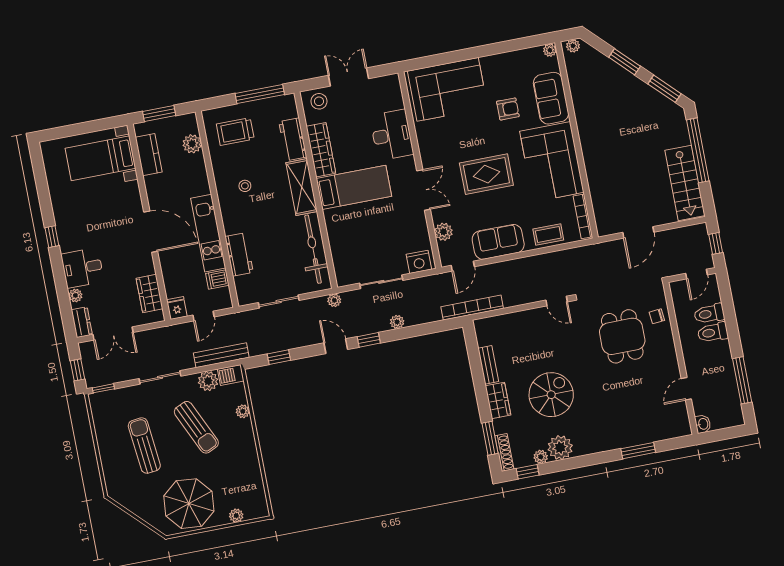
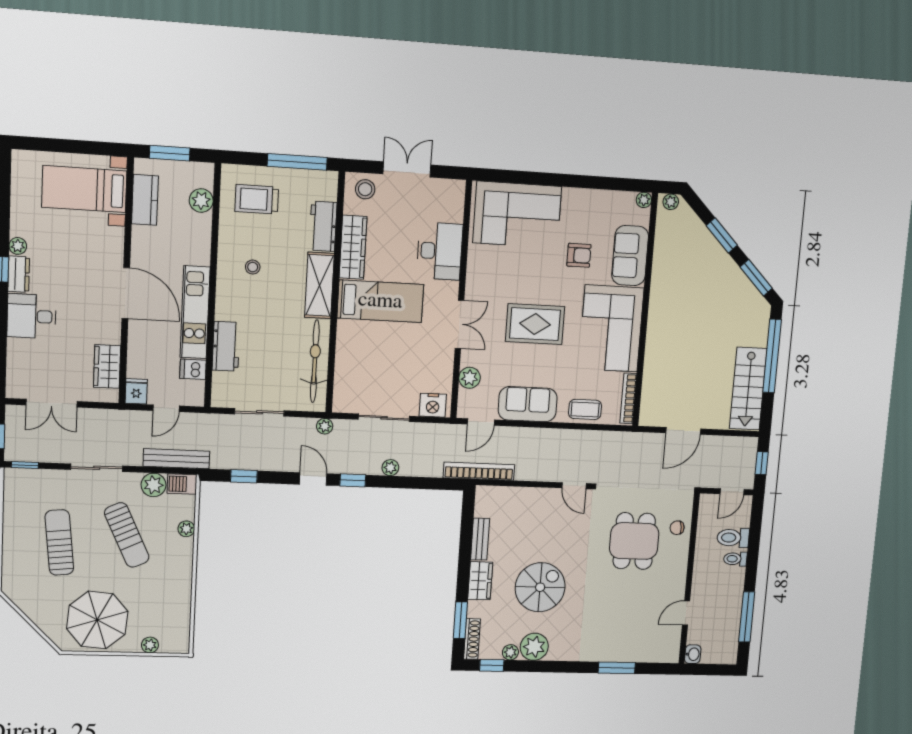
plant: (75, 295) -> (18, 246), moved
dresser: (82, 322) -> (19, 274), moved
toilet: (713, 332) -> (735, 559), width x0.73, depth x0.72

